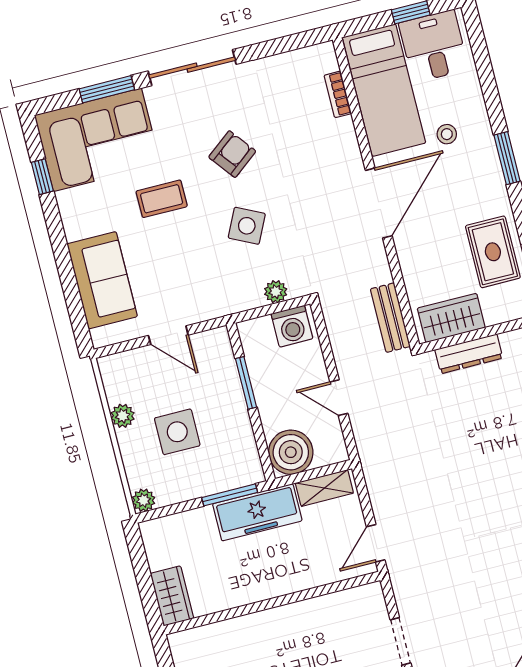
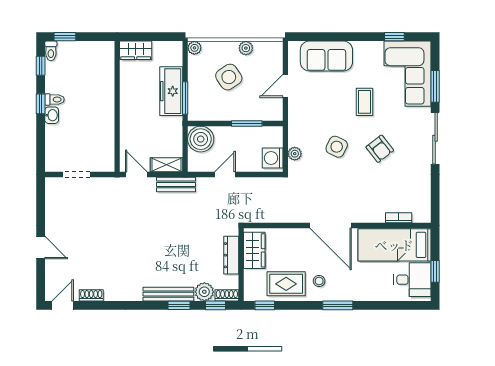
stool: (447, 134) -> (319, 281), moved
bench: (390, 318) -> (176, 184), moved
side table: (177, 432) -> (229, 77), turned -34
shelving: (324, 488) -> (167, 165), moved, turned 90
freezer: (257, 512) -> (171, 91), moved

